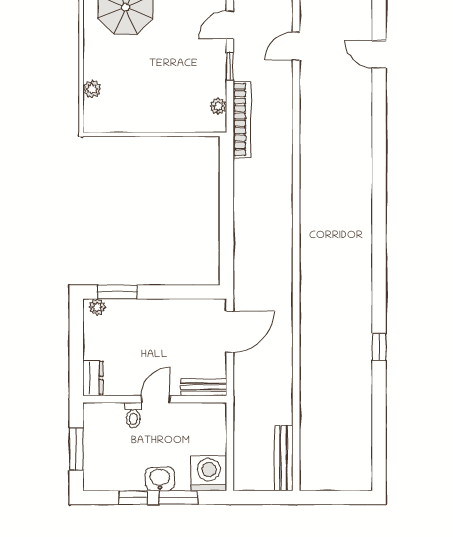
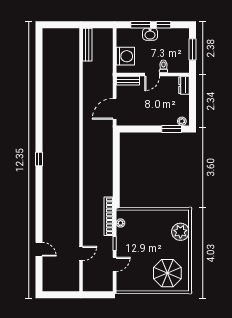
plant: (92, 89) -> (180, 232), width x1.87, depth x1.87
window: (379, 347) -> (39, 159), moved
washing machine: (209, 473) -> (125, 56), moved, turned -90

